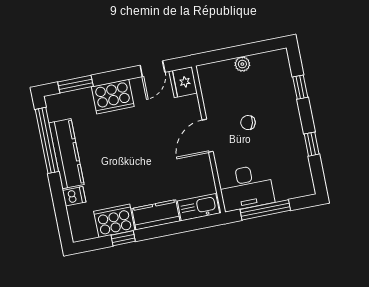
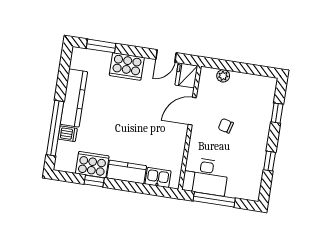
plant: (242, 64) -> (223, 76), moved
door: (208, 136) -> (192, 111), moved
window: (47, 140) -> (55, 128), moved
kitchen sink: (198, 207) -> (158, 177), width x0.73

